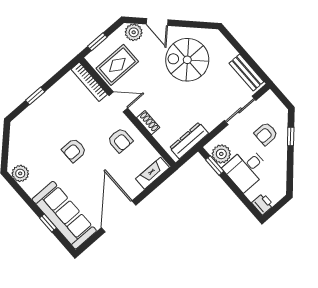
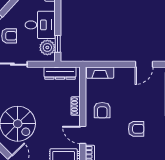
armchair: (120, 140) -> (102, 110), turned 180
door: (119, 216) -> (144, 64), width x0.53

